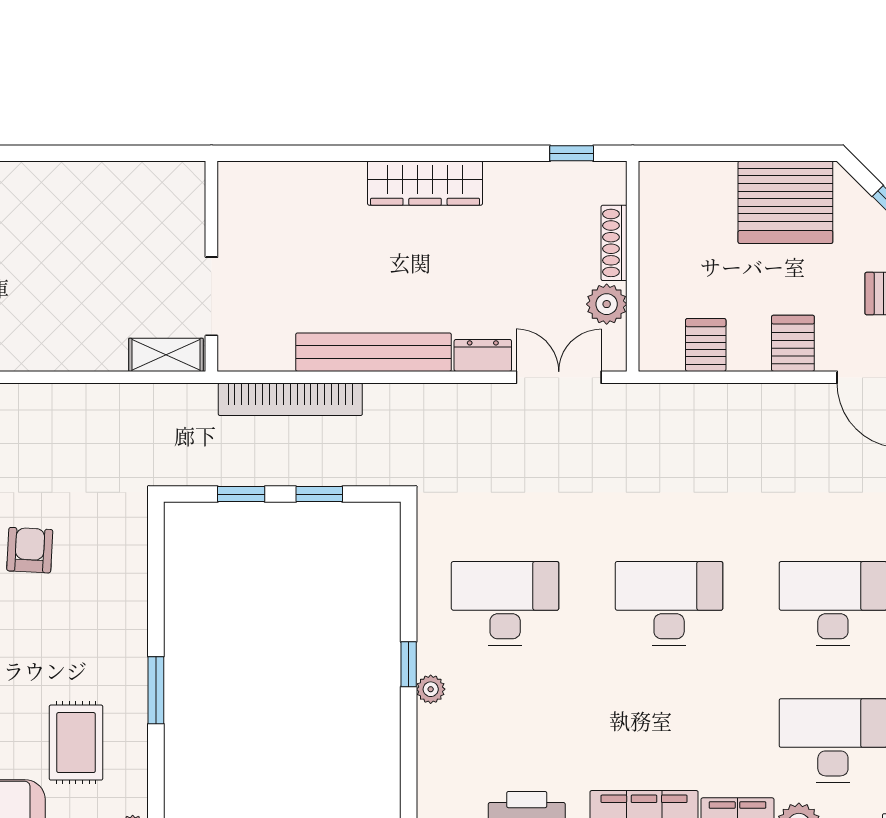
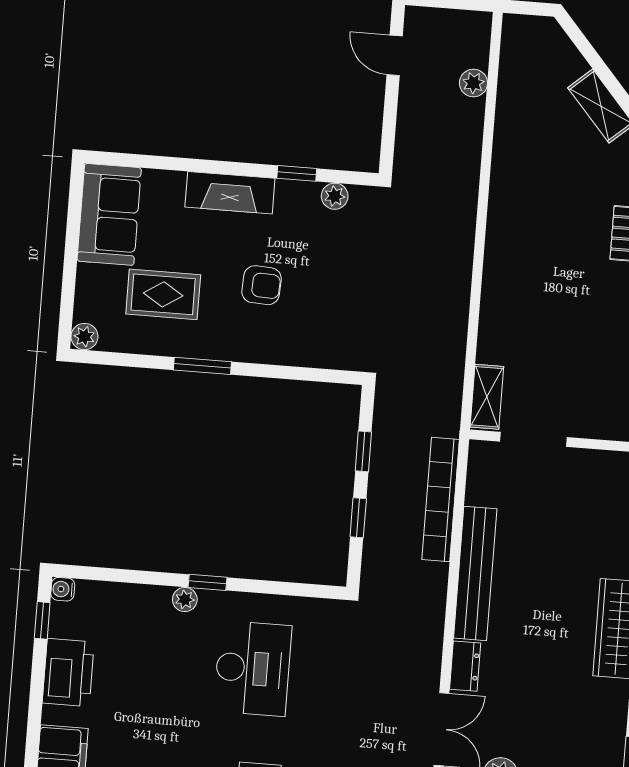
armchair: (30, 550) -> (262, 285), moved

